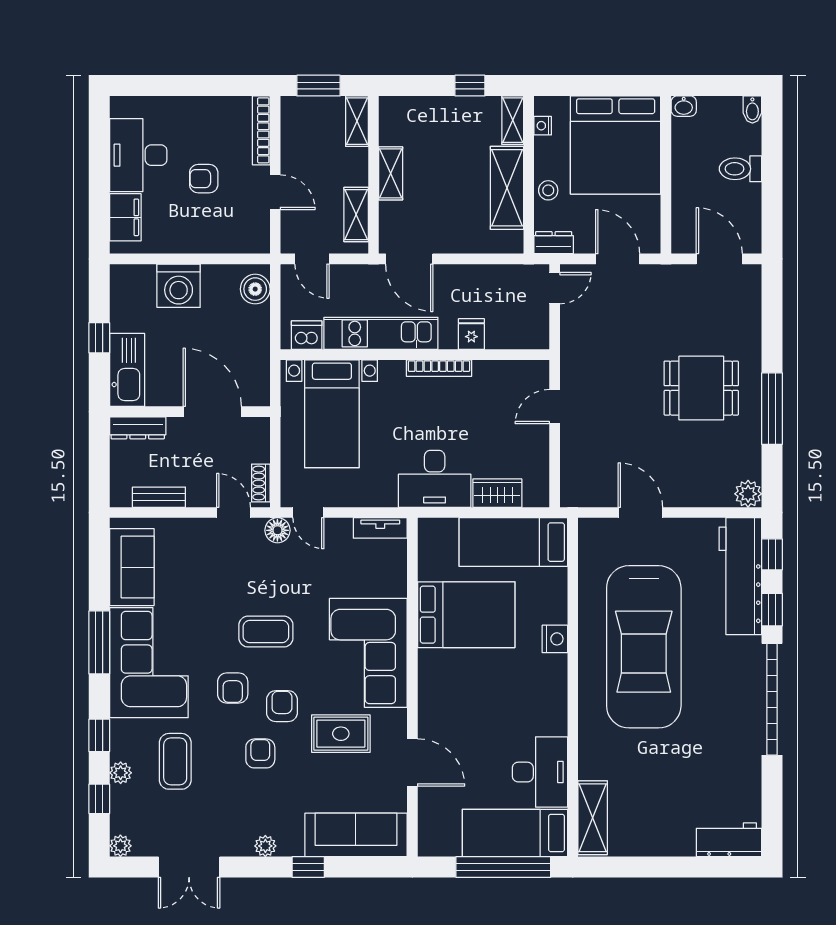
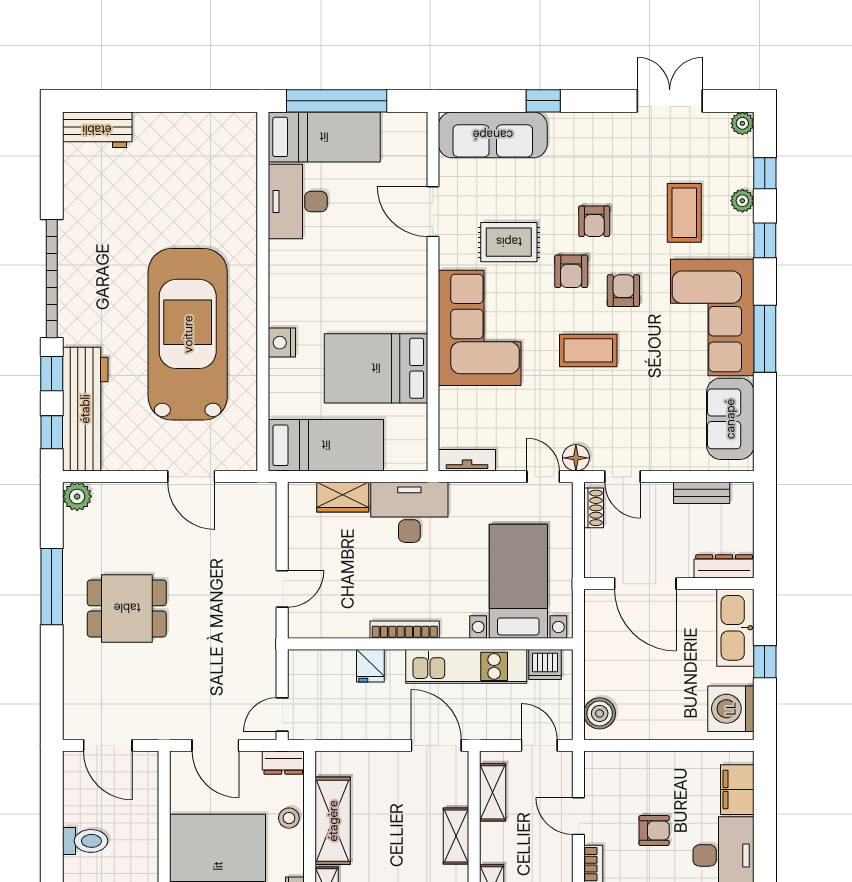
washing machine: (179, 286) -> (731, 709), moved, turned -90
shelving: (593, 818) -> (242, 153), removed
plant: (265, 846) -> (589, 123), removed

